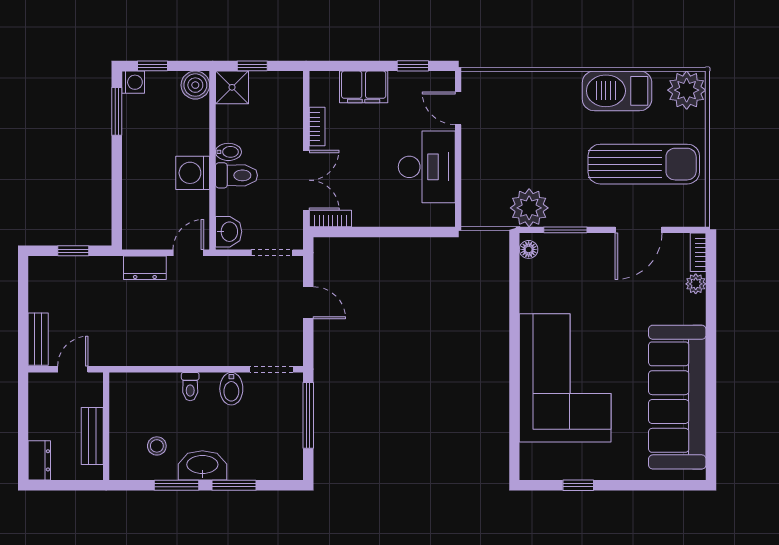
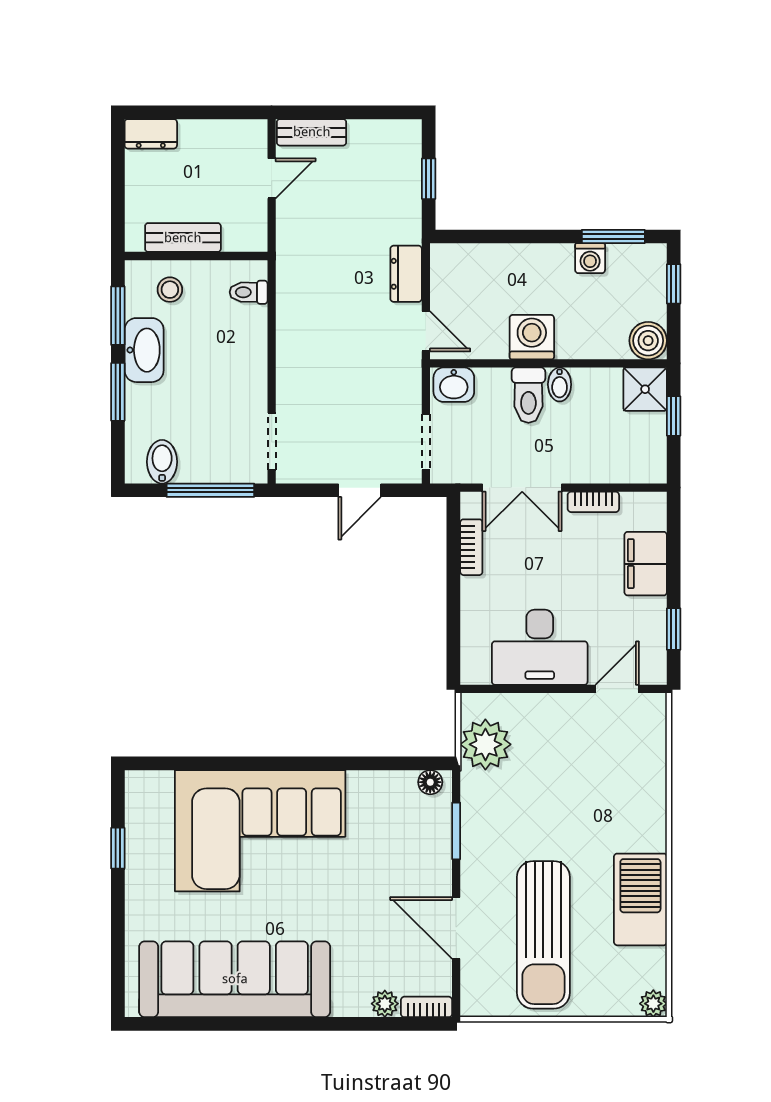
washing machine: (133, 82) -> (590, 258), moved
plant: (687, 90) -> (653, 1004), width x0.53, depth x0.53
plant: (529, 208) -> (485, 744), moved
bookcase: (330, 218) -> (471, 547), moved
door: (73, 369) -> (272, 178), hinge flipped
toilet: (190, 387) -> (249, 292), moved
bidet: (231, 389) -> (162, 462), moved, turned 90
wall: (106, 426) -> (196, 256), moved
bench: (92, 436) -> (183, 238), moved

